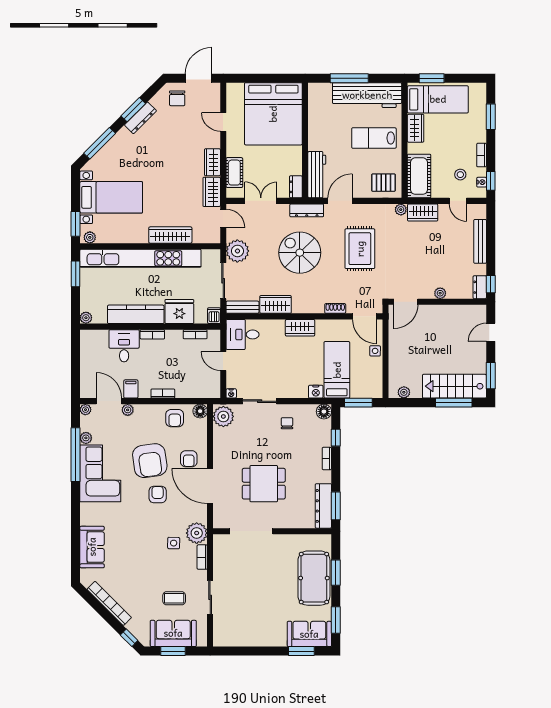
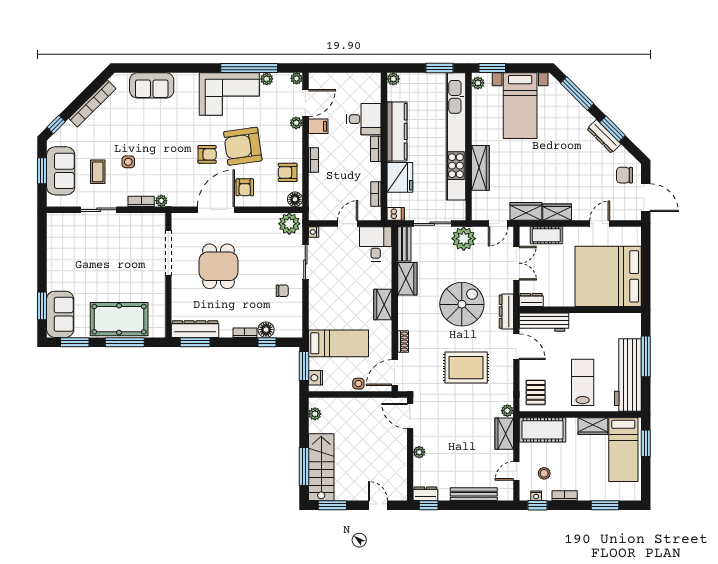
nightstand: (316, 392) -> (315, 378), moved
floor lamp: (324, 412) -> (266, 330), moved
armchair: (189, 459) -> (245, 187), turned -90
plant: (197, 533) -> (161, 201), width x0.53, depth x0.53
side table: (174, 543) -> (128, 162), moved
window: (336, 573) -> (125, 342), width x1.44

